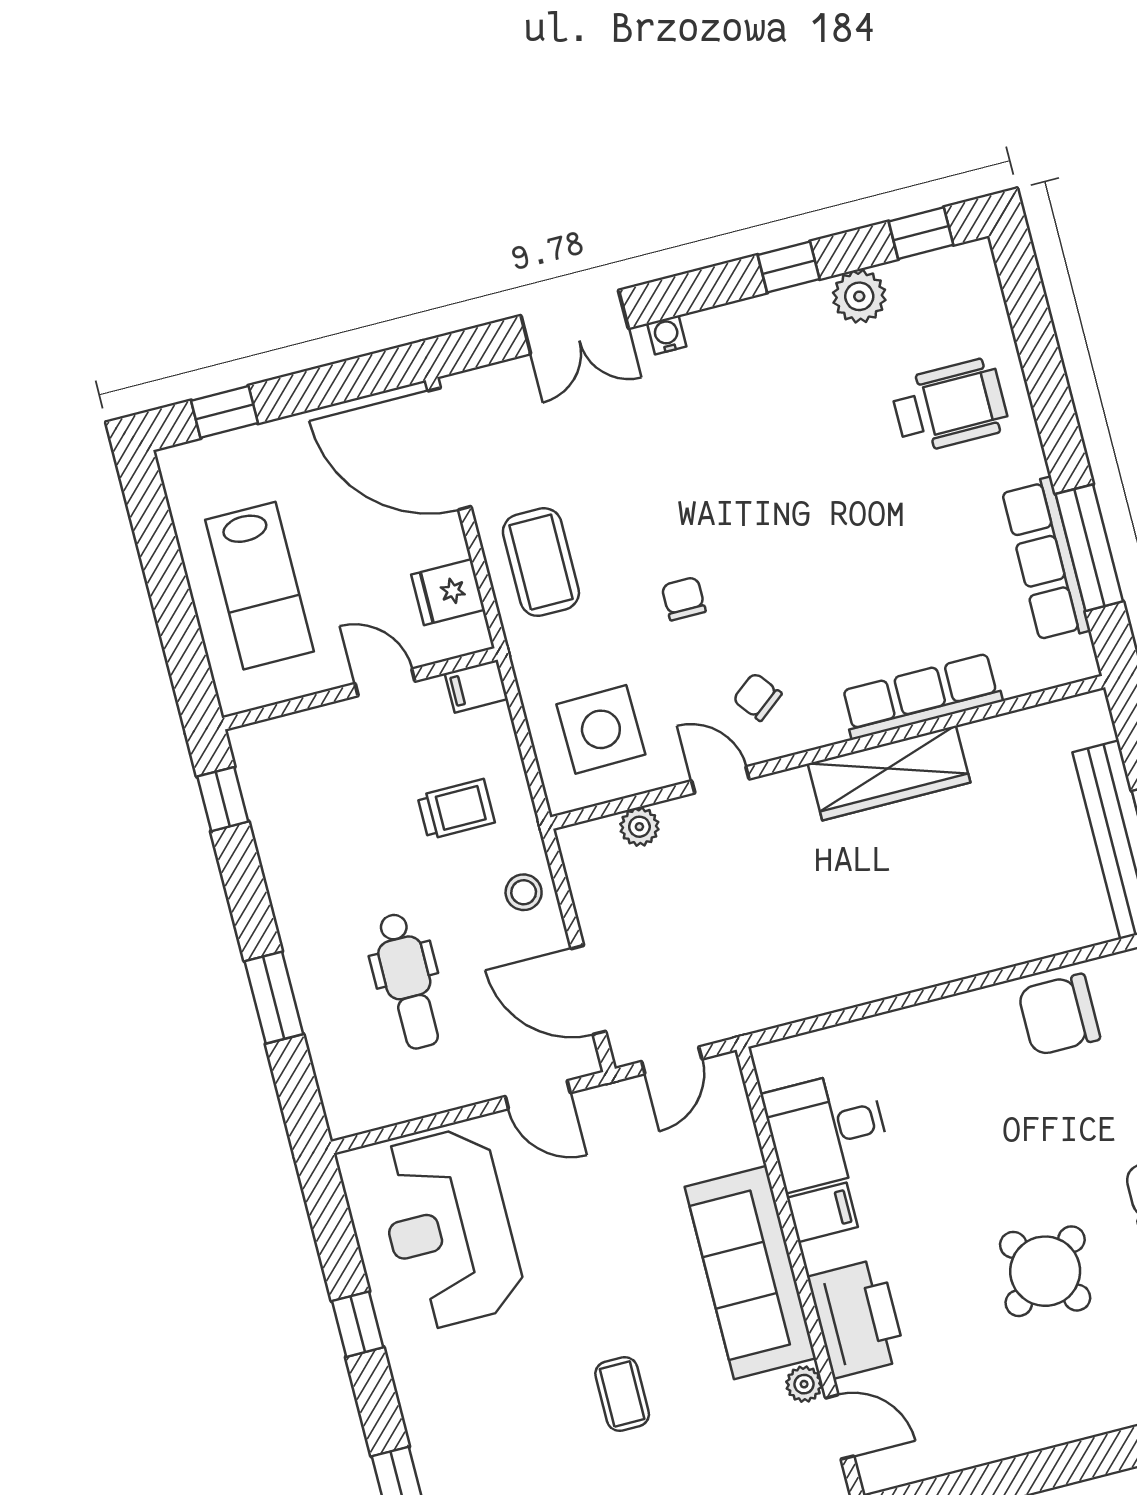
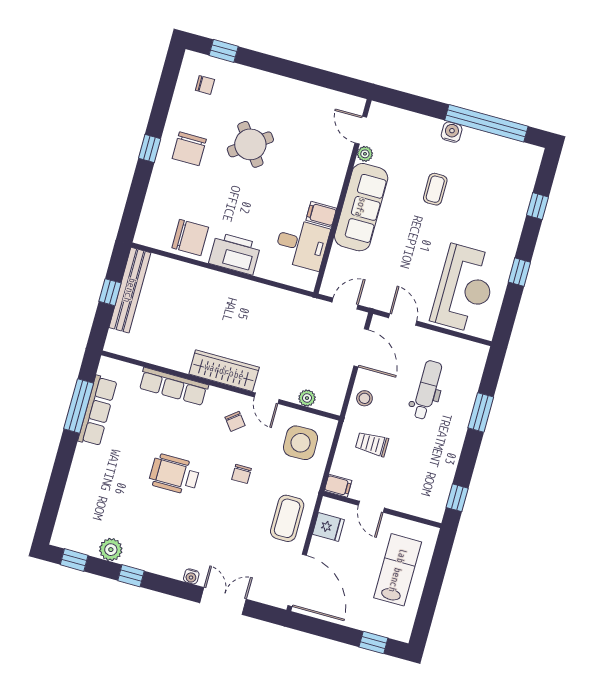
wheelchair: (950, 406) -> (174, 474), moved
wardrobe: (889, 773) -> (224, 371), moved
printer: (857, 1318) -> (235, 254), moved, turned 90

